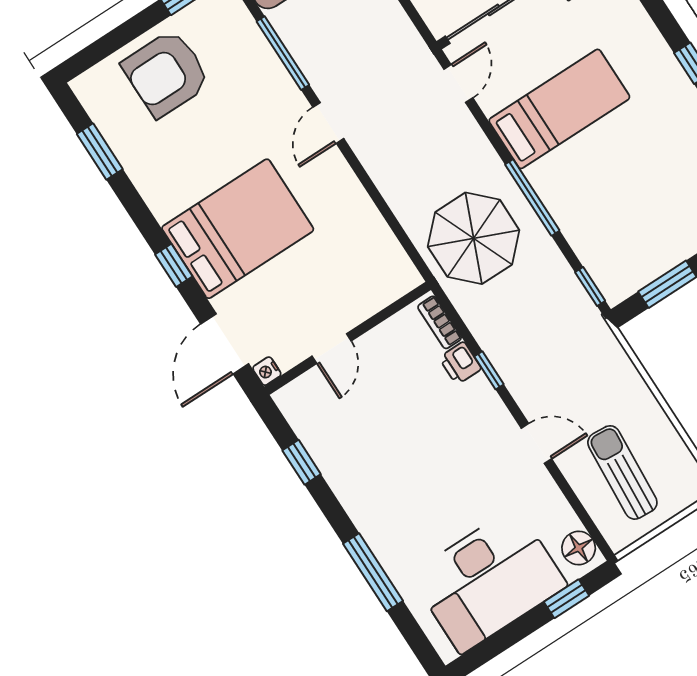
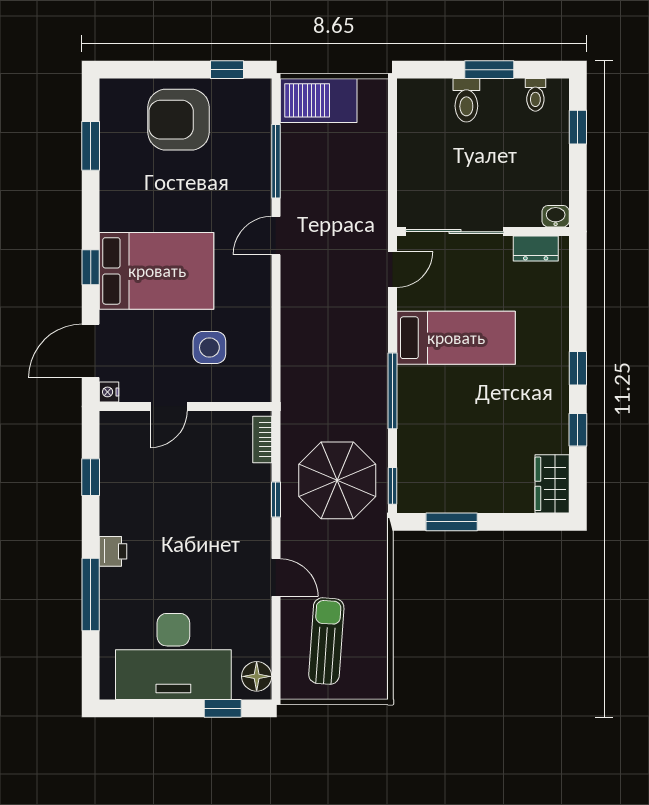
parasol: (474, 238) -> (337, 480), moved
side table: (334, 268) -> (209, 348), added
printer: (460, 363) -> (113, 551), moved, turned 180

